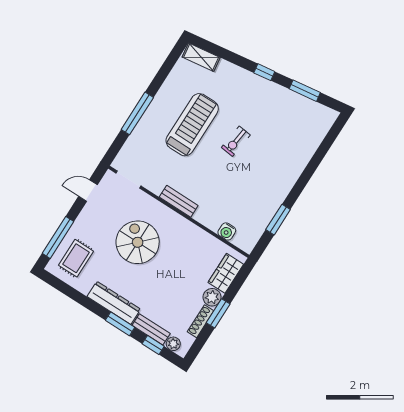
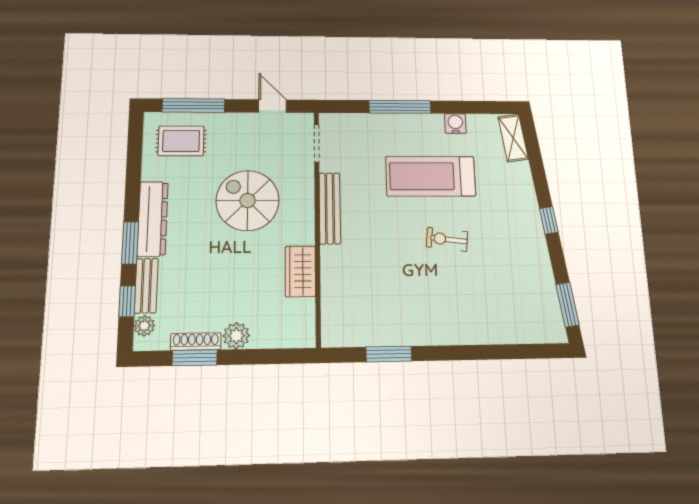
window: (305, 91) -> (567, 305), moved
treadmill: (192, 125) -> (431, 176), turned 180
bench: (179, 201) -> (330, 208), width x1.36
water cooler: (227, 231) -> (455, 123), moved, turned 90
spiral stairs: (138, 242) -> (248, 201), turned -90
wardrobe: (226, 273) -> (300, 271), moved, turned -90
window: (218, 313) -> (195, 358), moved

